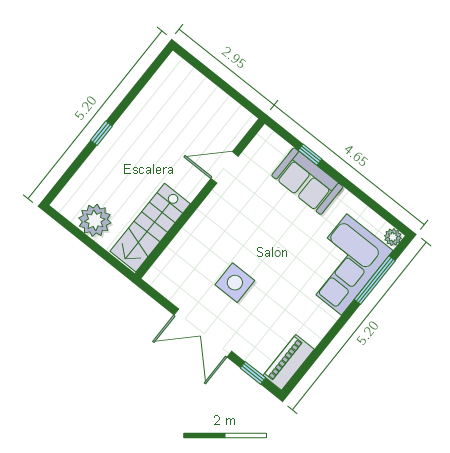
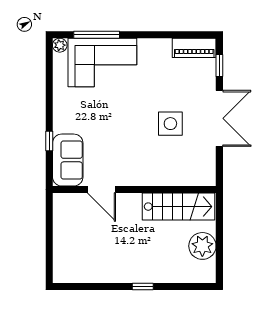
sofa: (307, 181) -> (68, 160), moved

